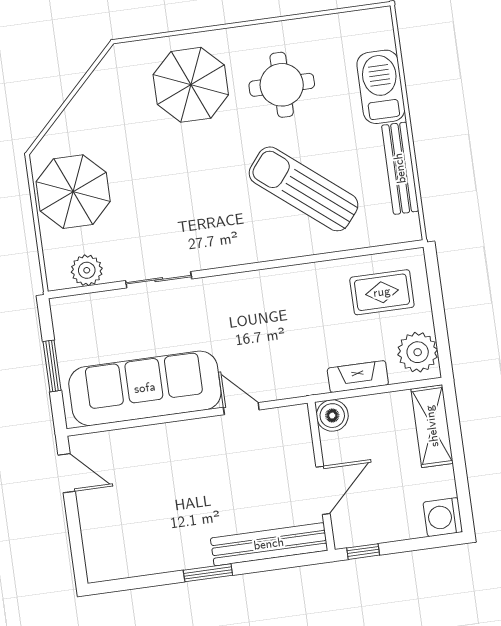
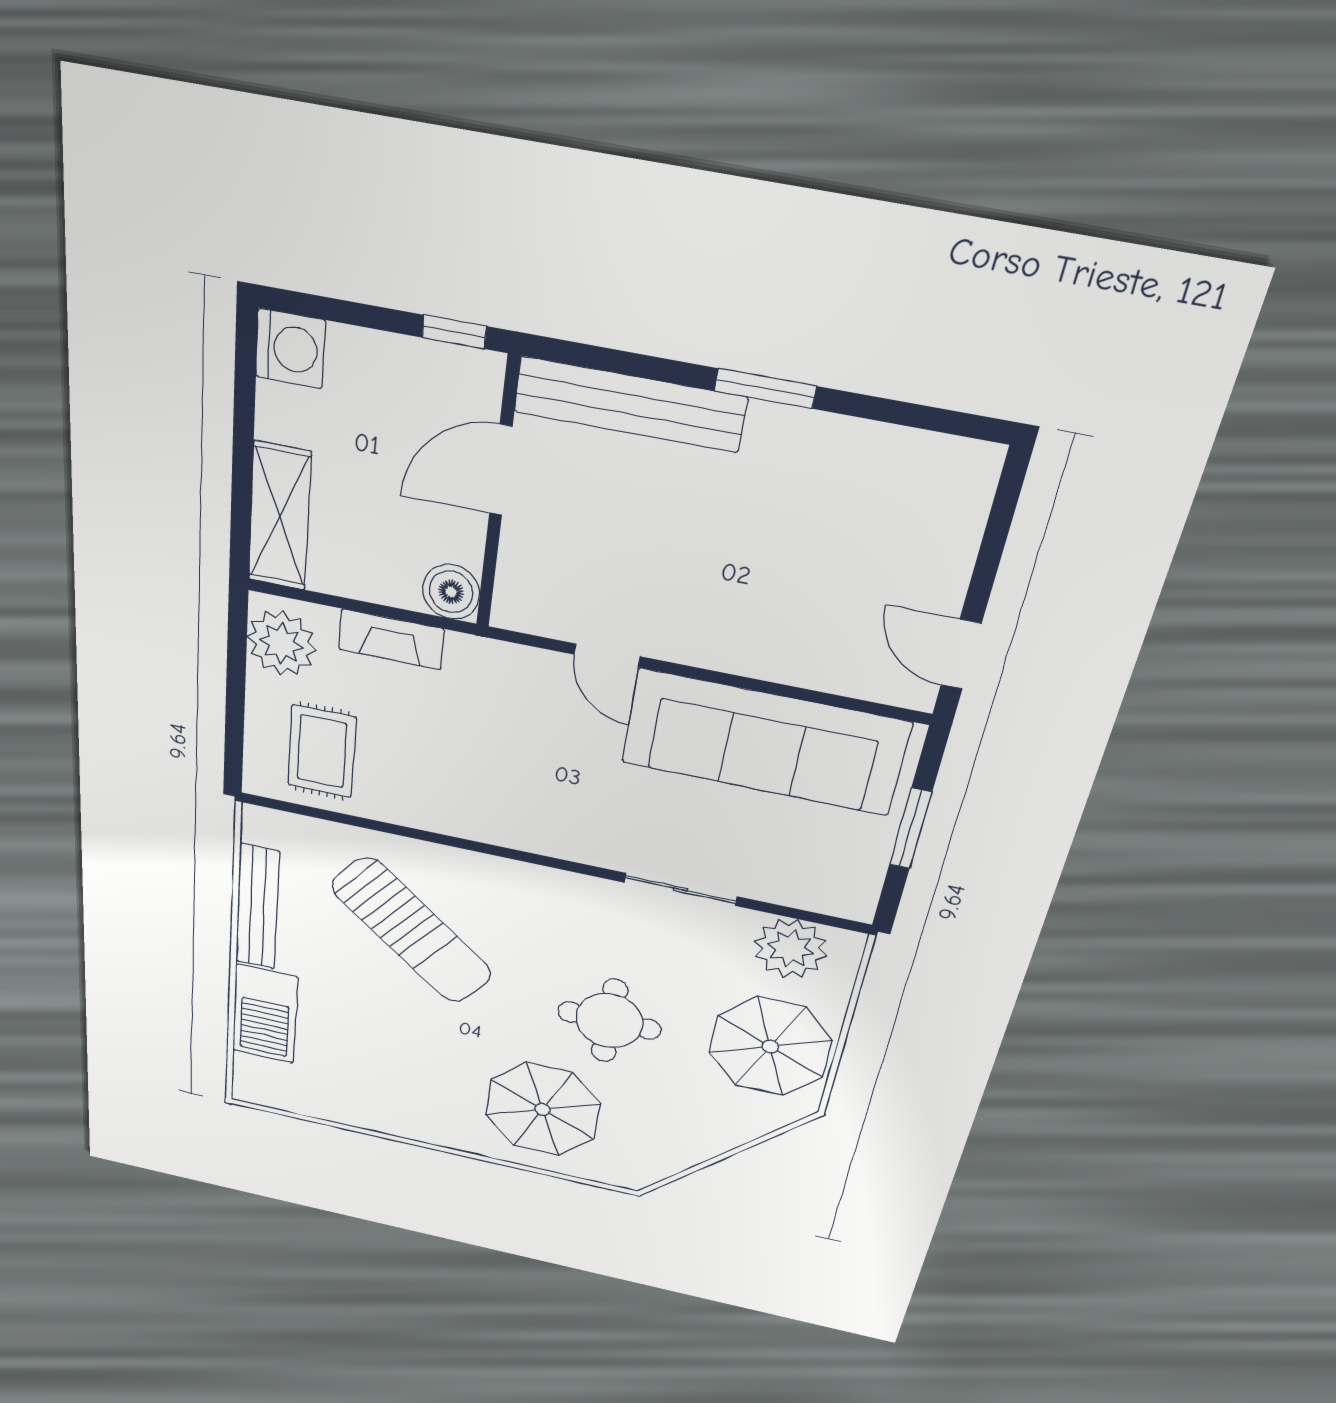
round table: (282, 85) -> (609, 1021), moved
plant: (87, 270) -> (790, 949), width x1.36, depth x1.36
rug: (382, 292) -> (322, 751), turned 90

